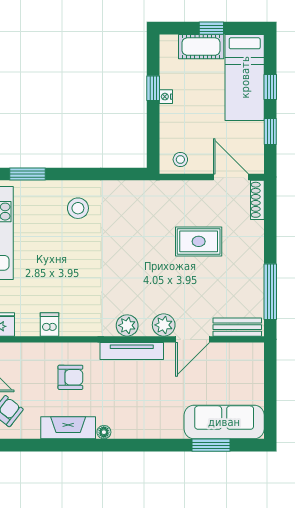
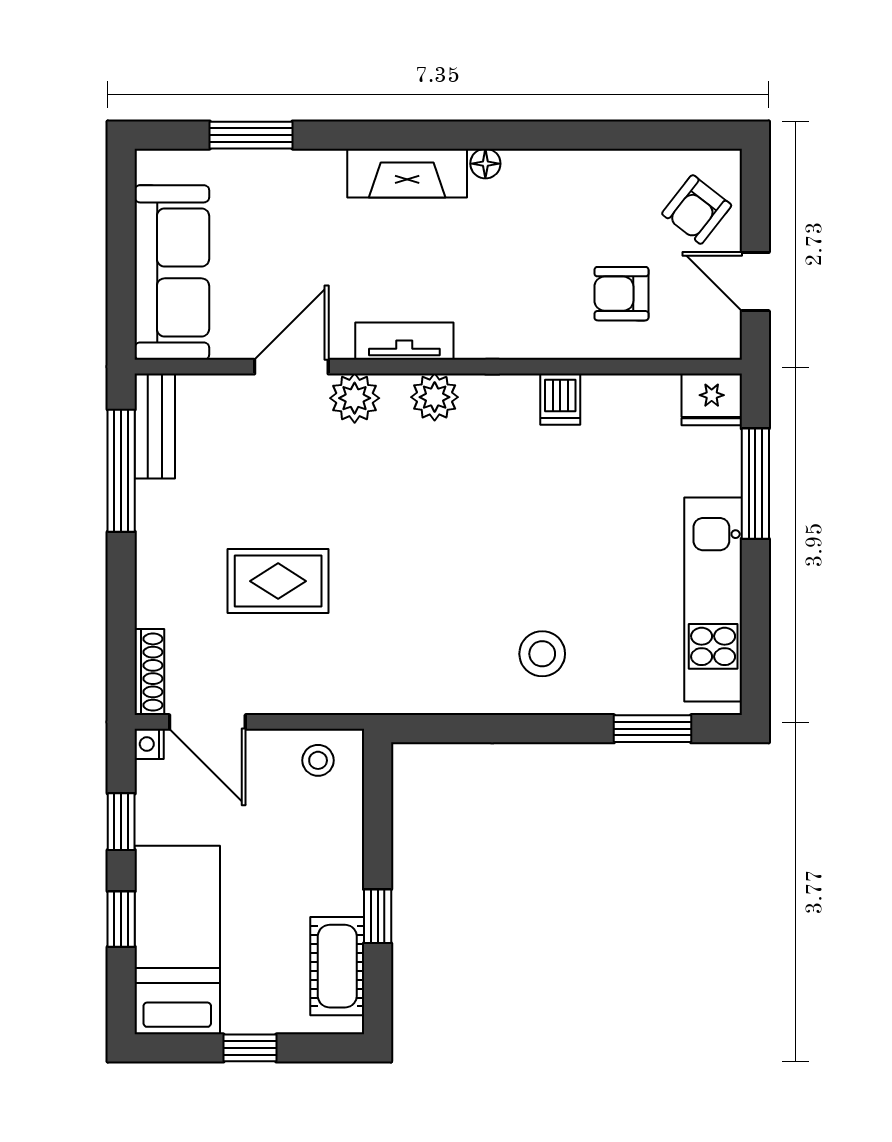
cot: (201, 47) -> (337, 966), moved, turned 90
nightstand: (166, 97) -> (149, 744), moved, turned 180
dishwasher: (50, 325) -> (560, 399), moved
bench: (237, 327) -> (155, 426), moved, turned 90
tv unit: (132, 351) -> (404, 341), width x0.71
armchair: (70, 377) -> (621, 294), moved
sofa: (224, 422) -> (172, 272), moved, turned -90
fireplace: (68, 428) -> (407, 173), moved

